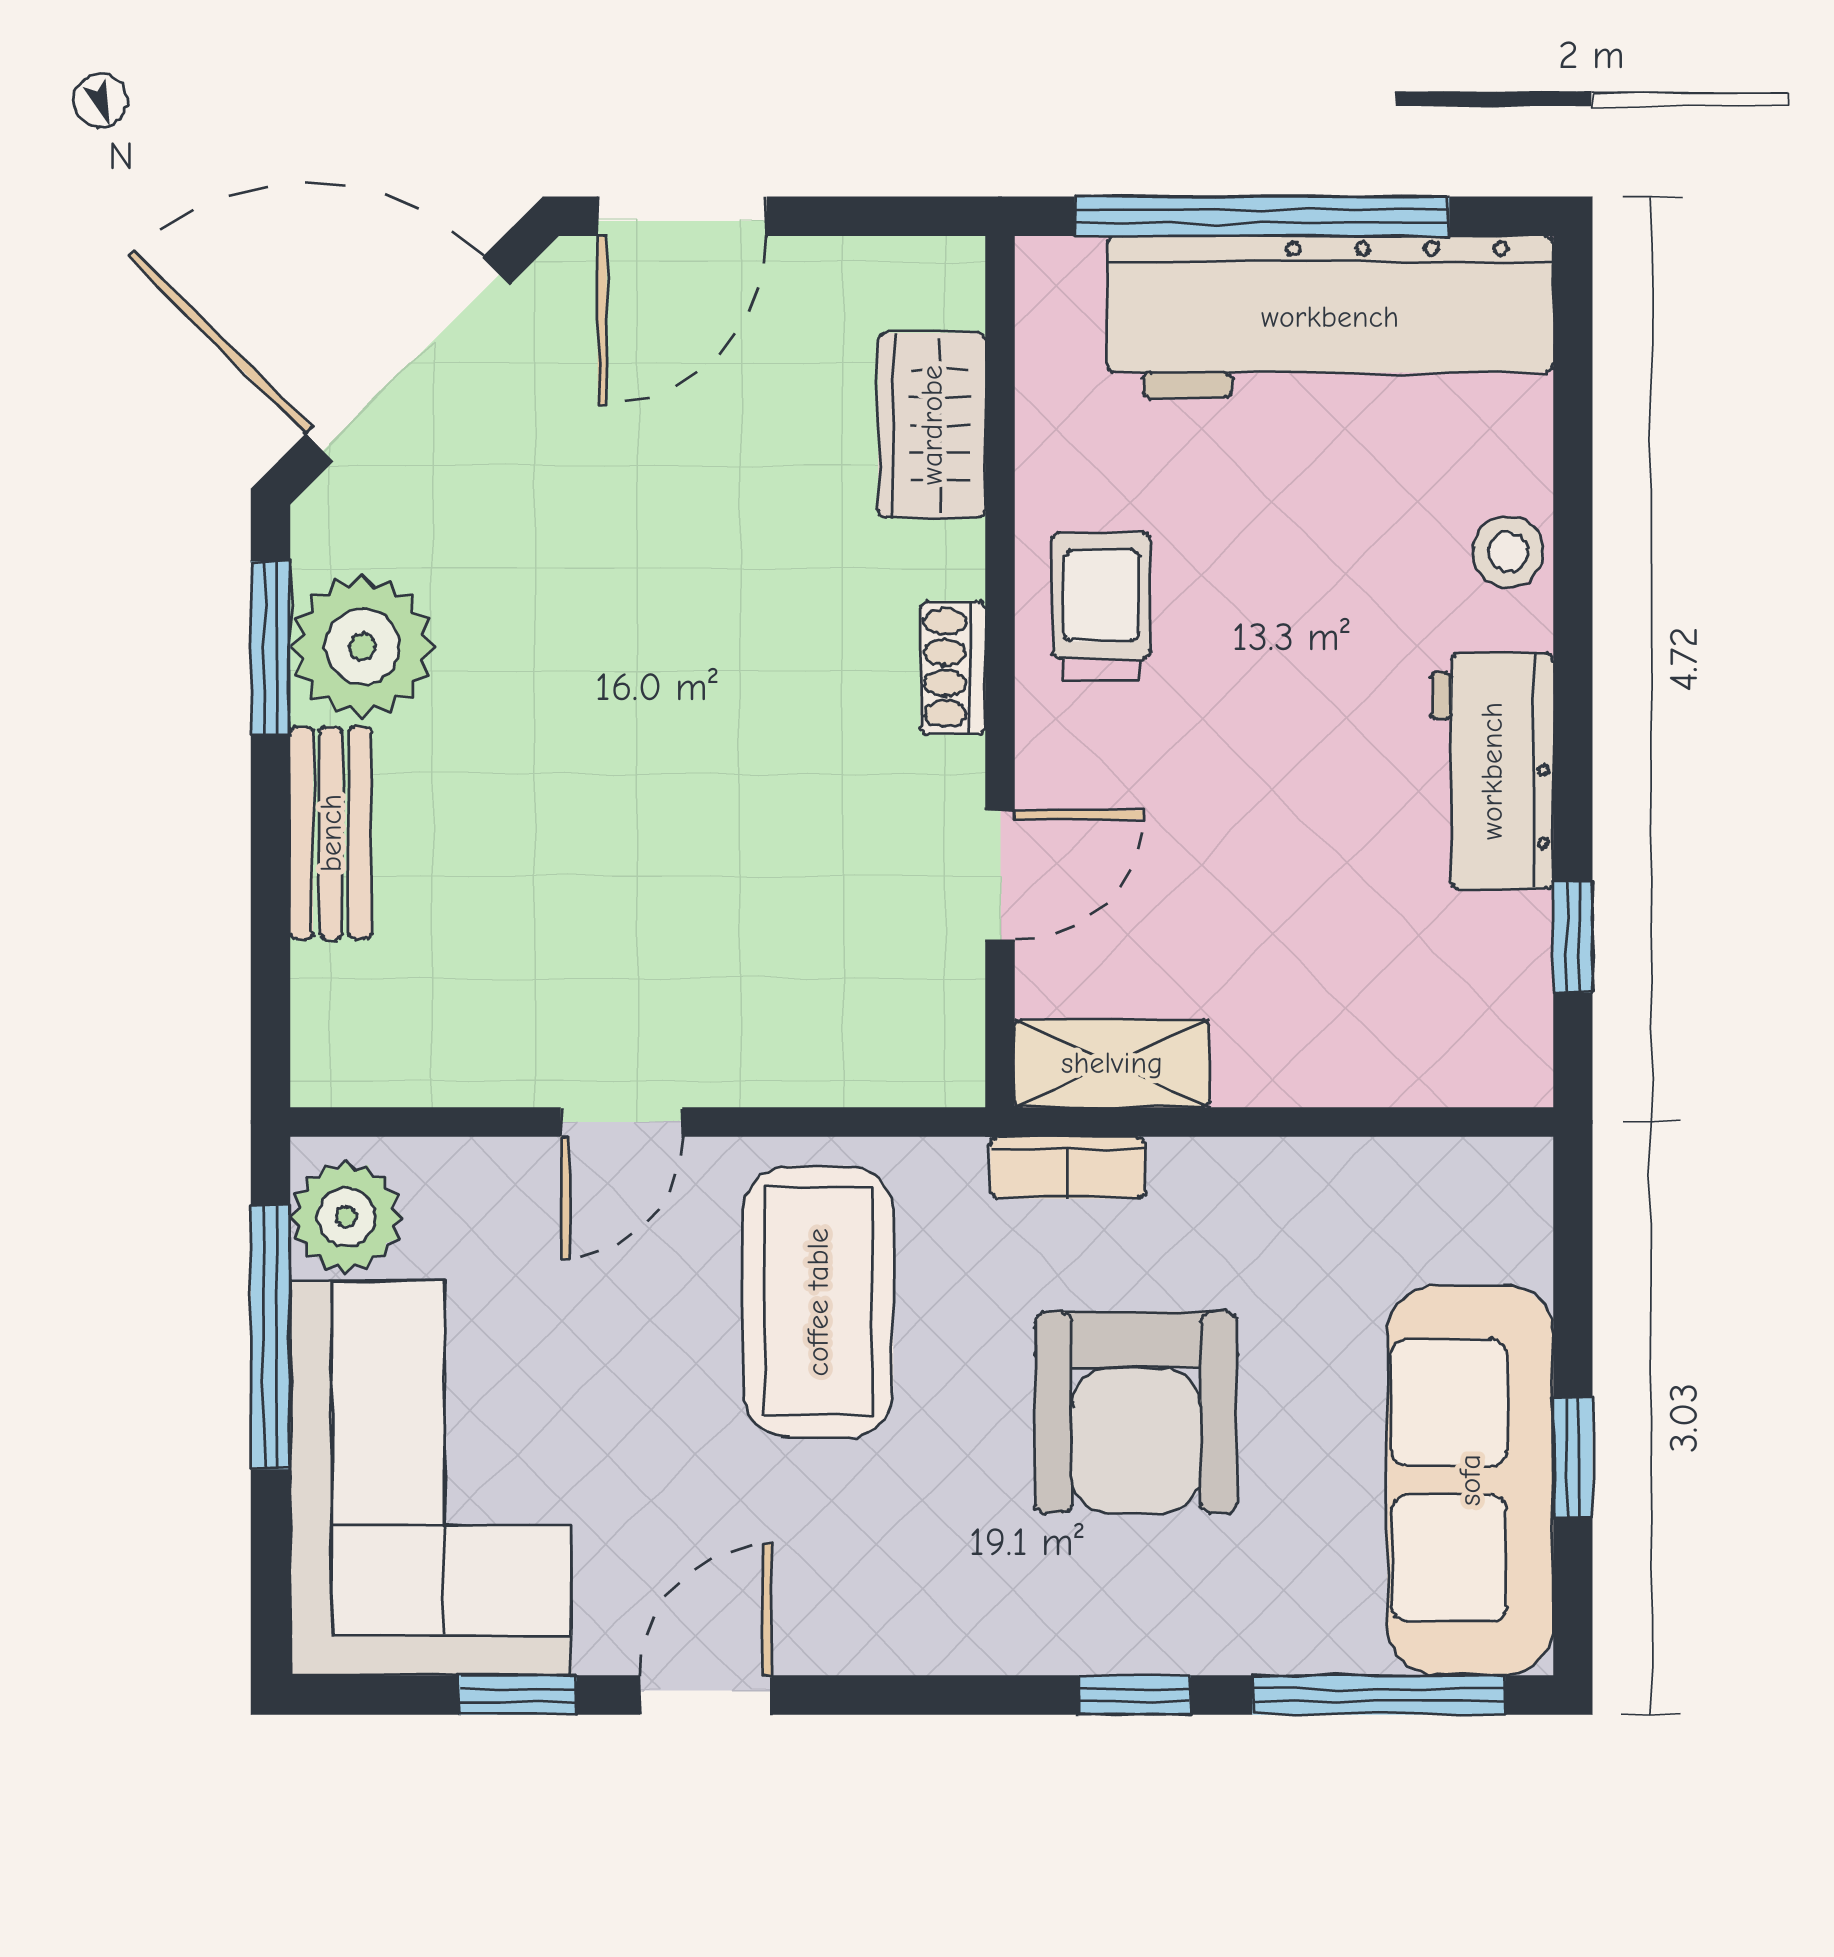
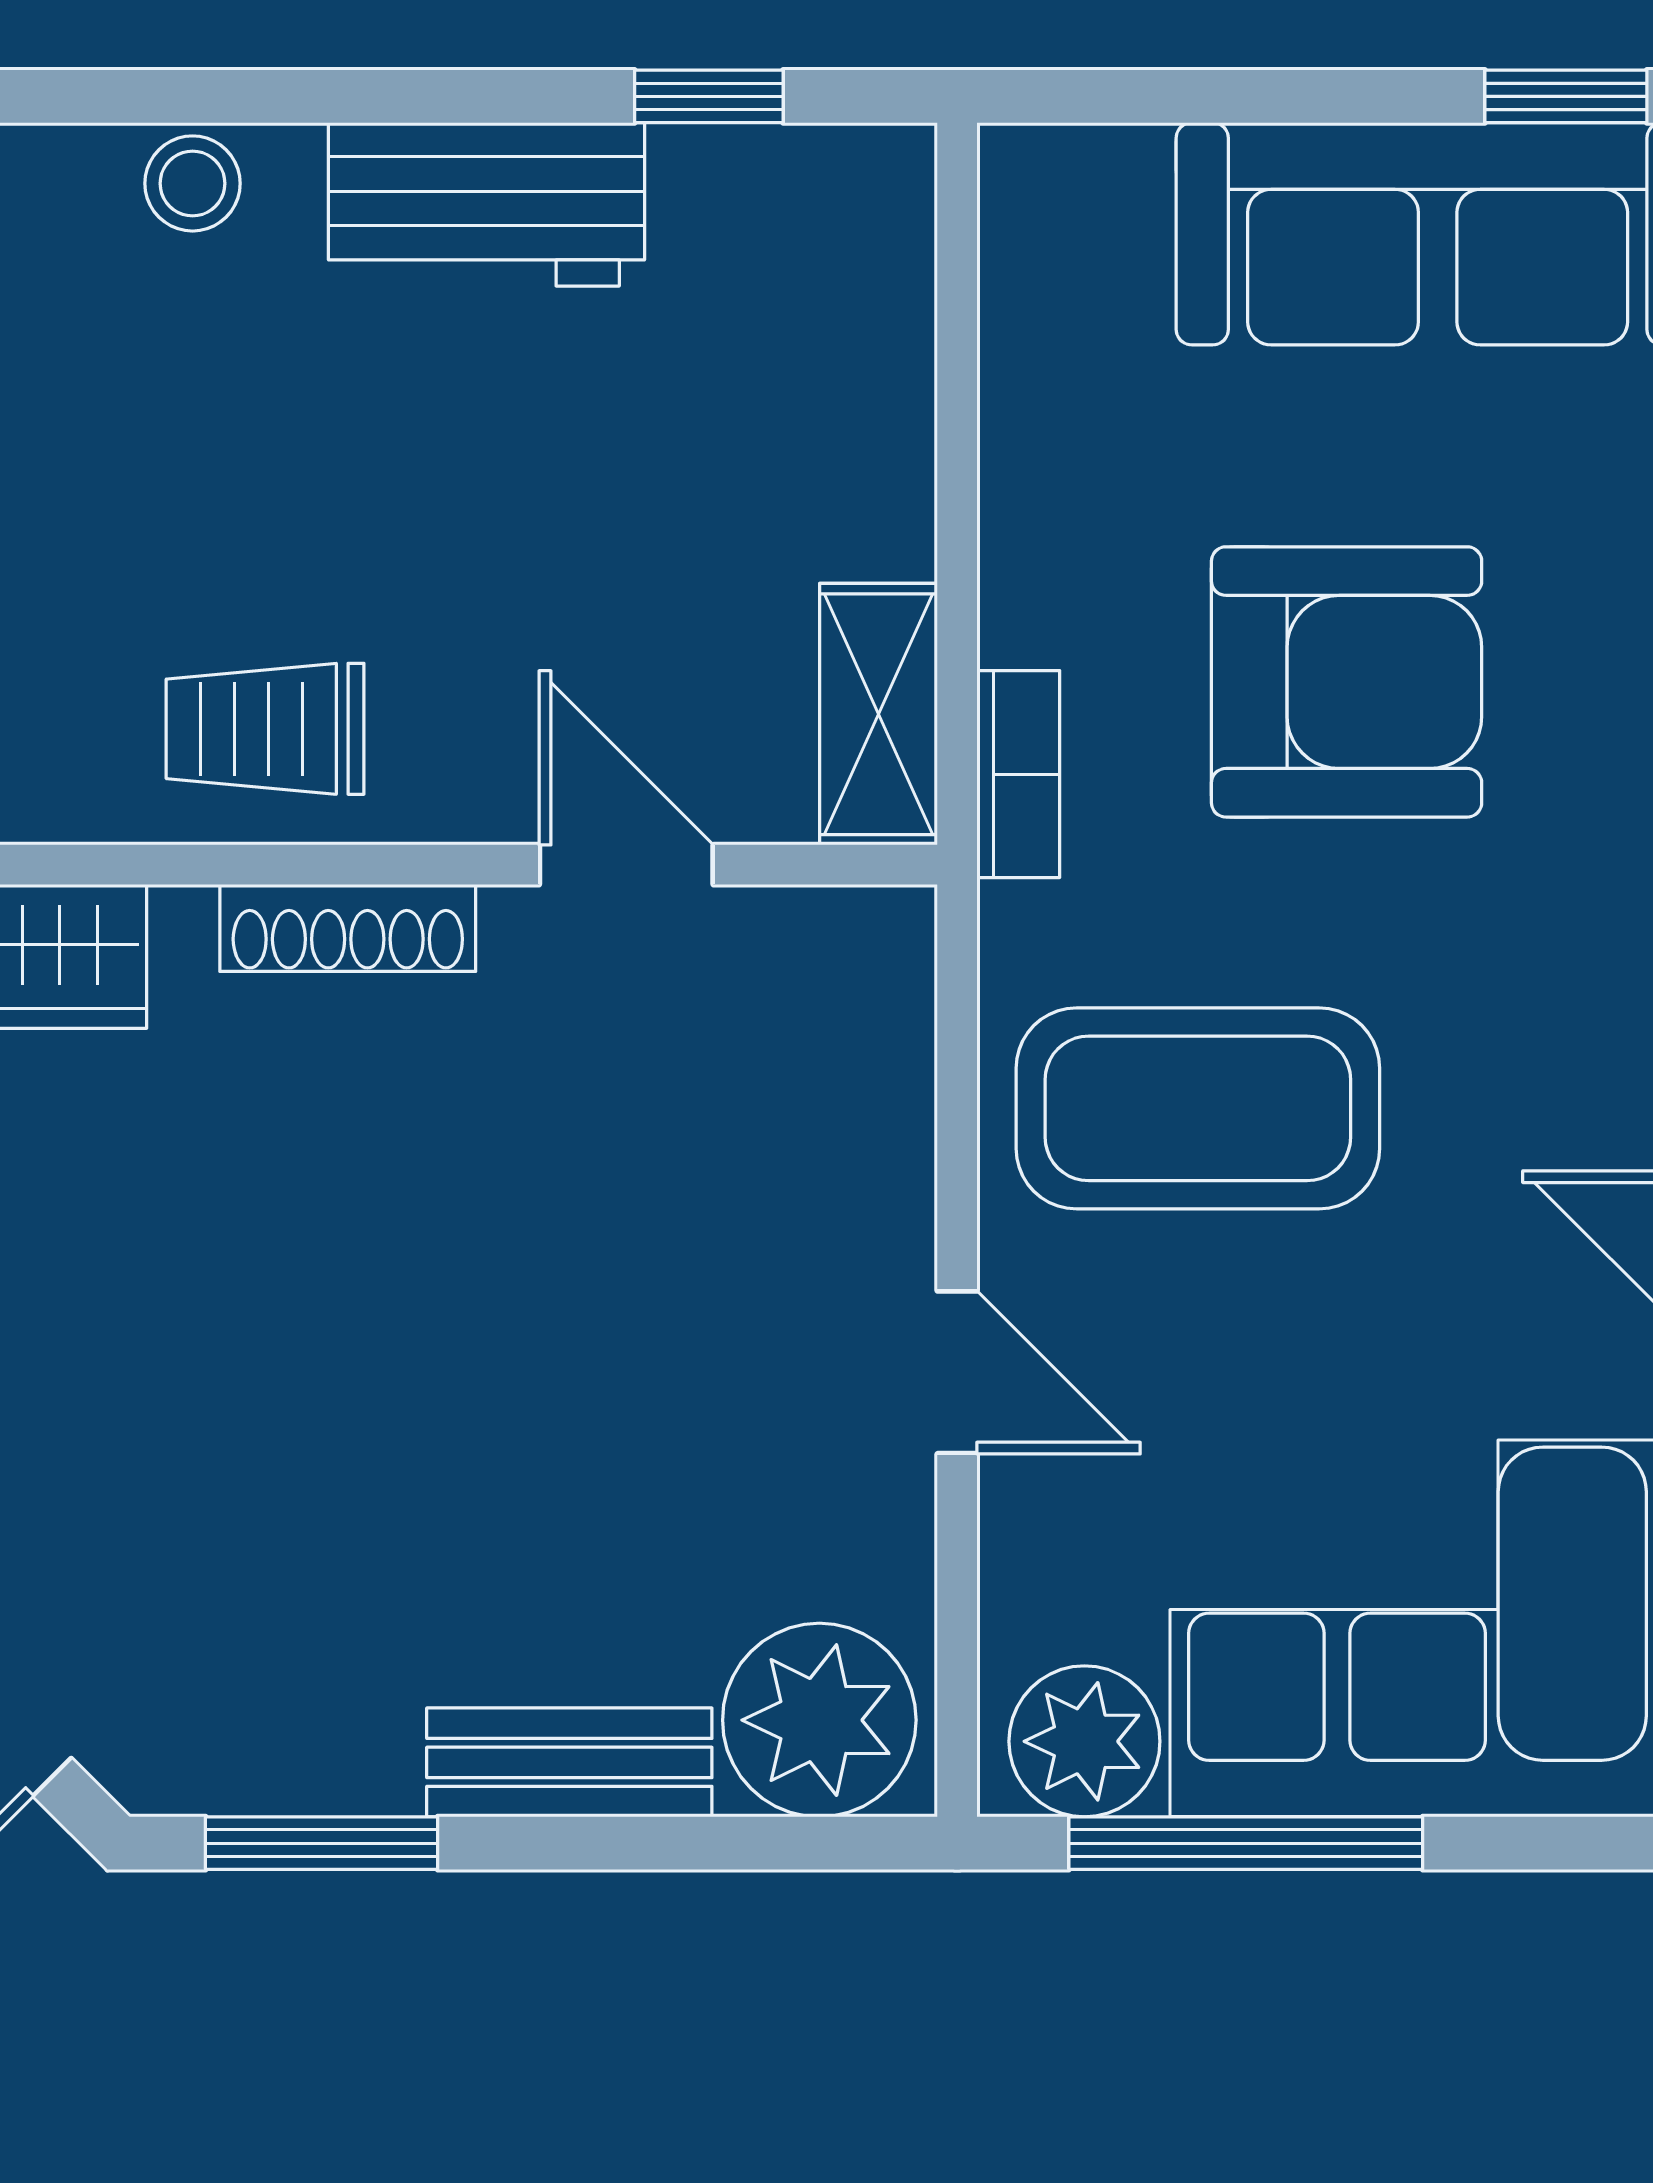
plant: (362, 647) -> (819, 1720), moved
shoe rack: (953, 668) -> (348, 928), width x1.43
window: (1573, 1458) -> (1566, 96), moved

